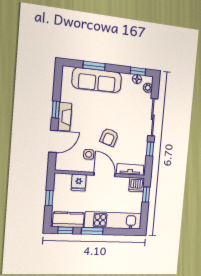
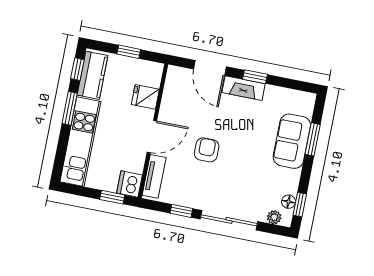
sofa: (97, 80) -> (292, 141), width x0.73
armchair: (109, 137) -> (207, 150), turned 72
side table: (89, 154) -> (185, 116), removed

